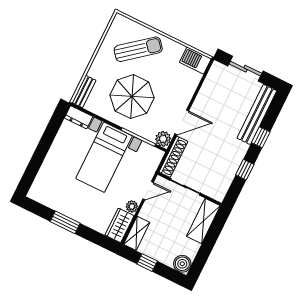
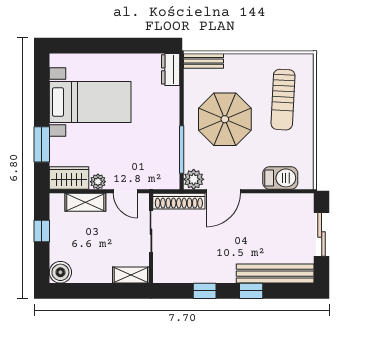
sun lounger: (138, 49) -> (283, 100), turned 42
barbecue: (195, 60) -> (280, 178), moved, turned 90
door: (182, 122) -> (223, 191), hinge flipped
bed with nightstands: (104, 157) -> (90, 102), moved, turned 180
shelving: (203, 221) -> (131, 275), width x0.67, depth x0.75
window: (65, 222) -> (42, 144), moved
shelving: (137, 233) -> (85, 202), moved

